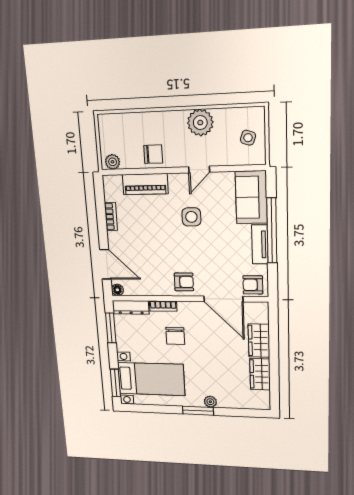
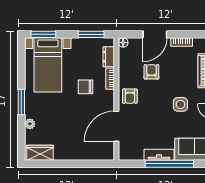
door: (105, 264) -> (155, 34), moved
armchair: (253, 285) -> (151, 72), moved
dresser: (131, 307) -> (109, 57), width x0.70
wardrobe: (259, 341) -> (83, 153), removed
wardrobe: (260, 374) -> (40, 153), moved
plant: (210, 402) -> (30, 124), moved

